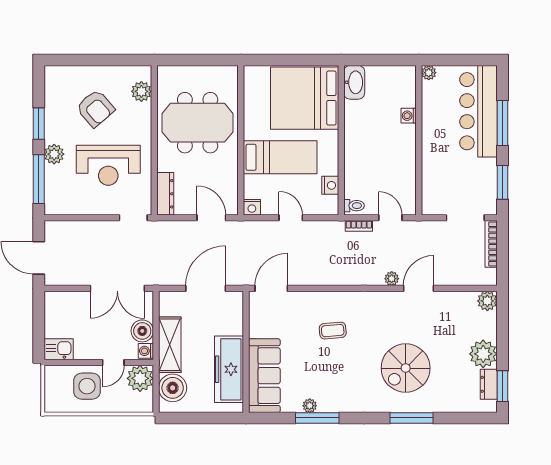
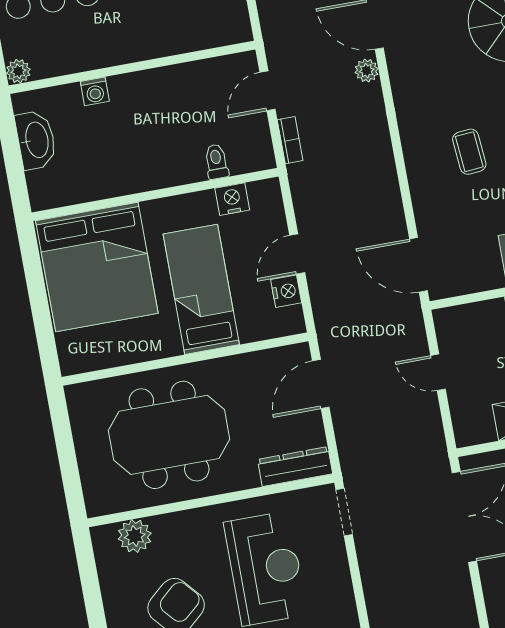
washbasin: (354, 82) -> (36, 140), moved, turned 90
meeting table: (198, 123) -> (169, 435), turned 90
toilet: (354, 206) -> (216, 162), moved
nightstand: (252, 207) -> (286, 291), moved
door: (206, 288) -> (438, 372), width x0.53

